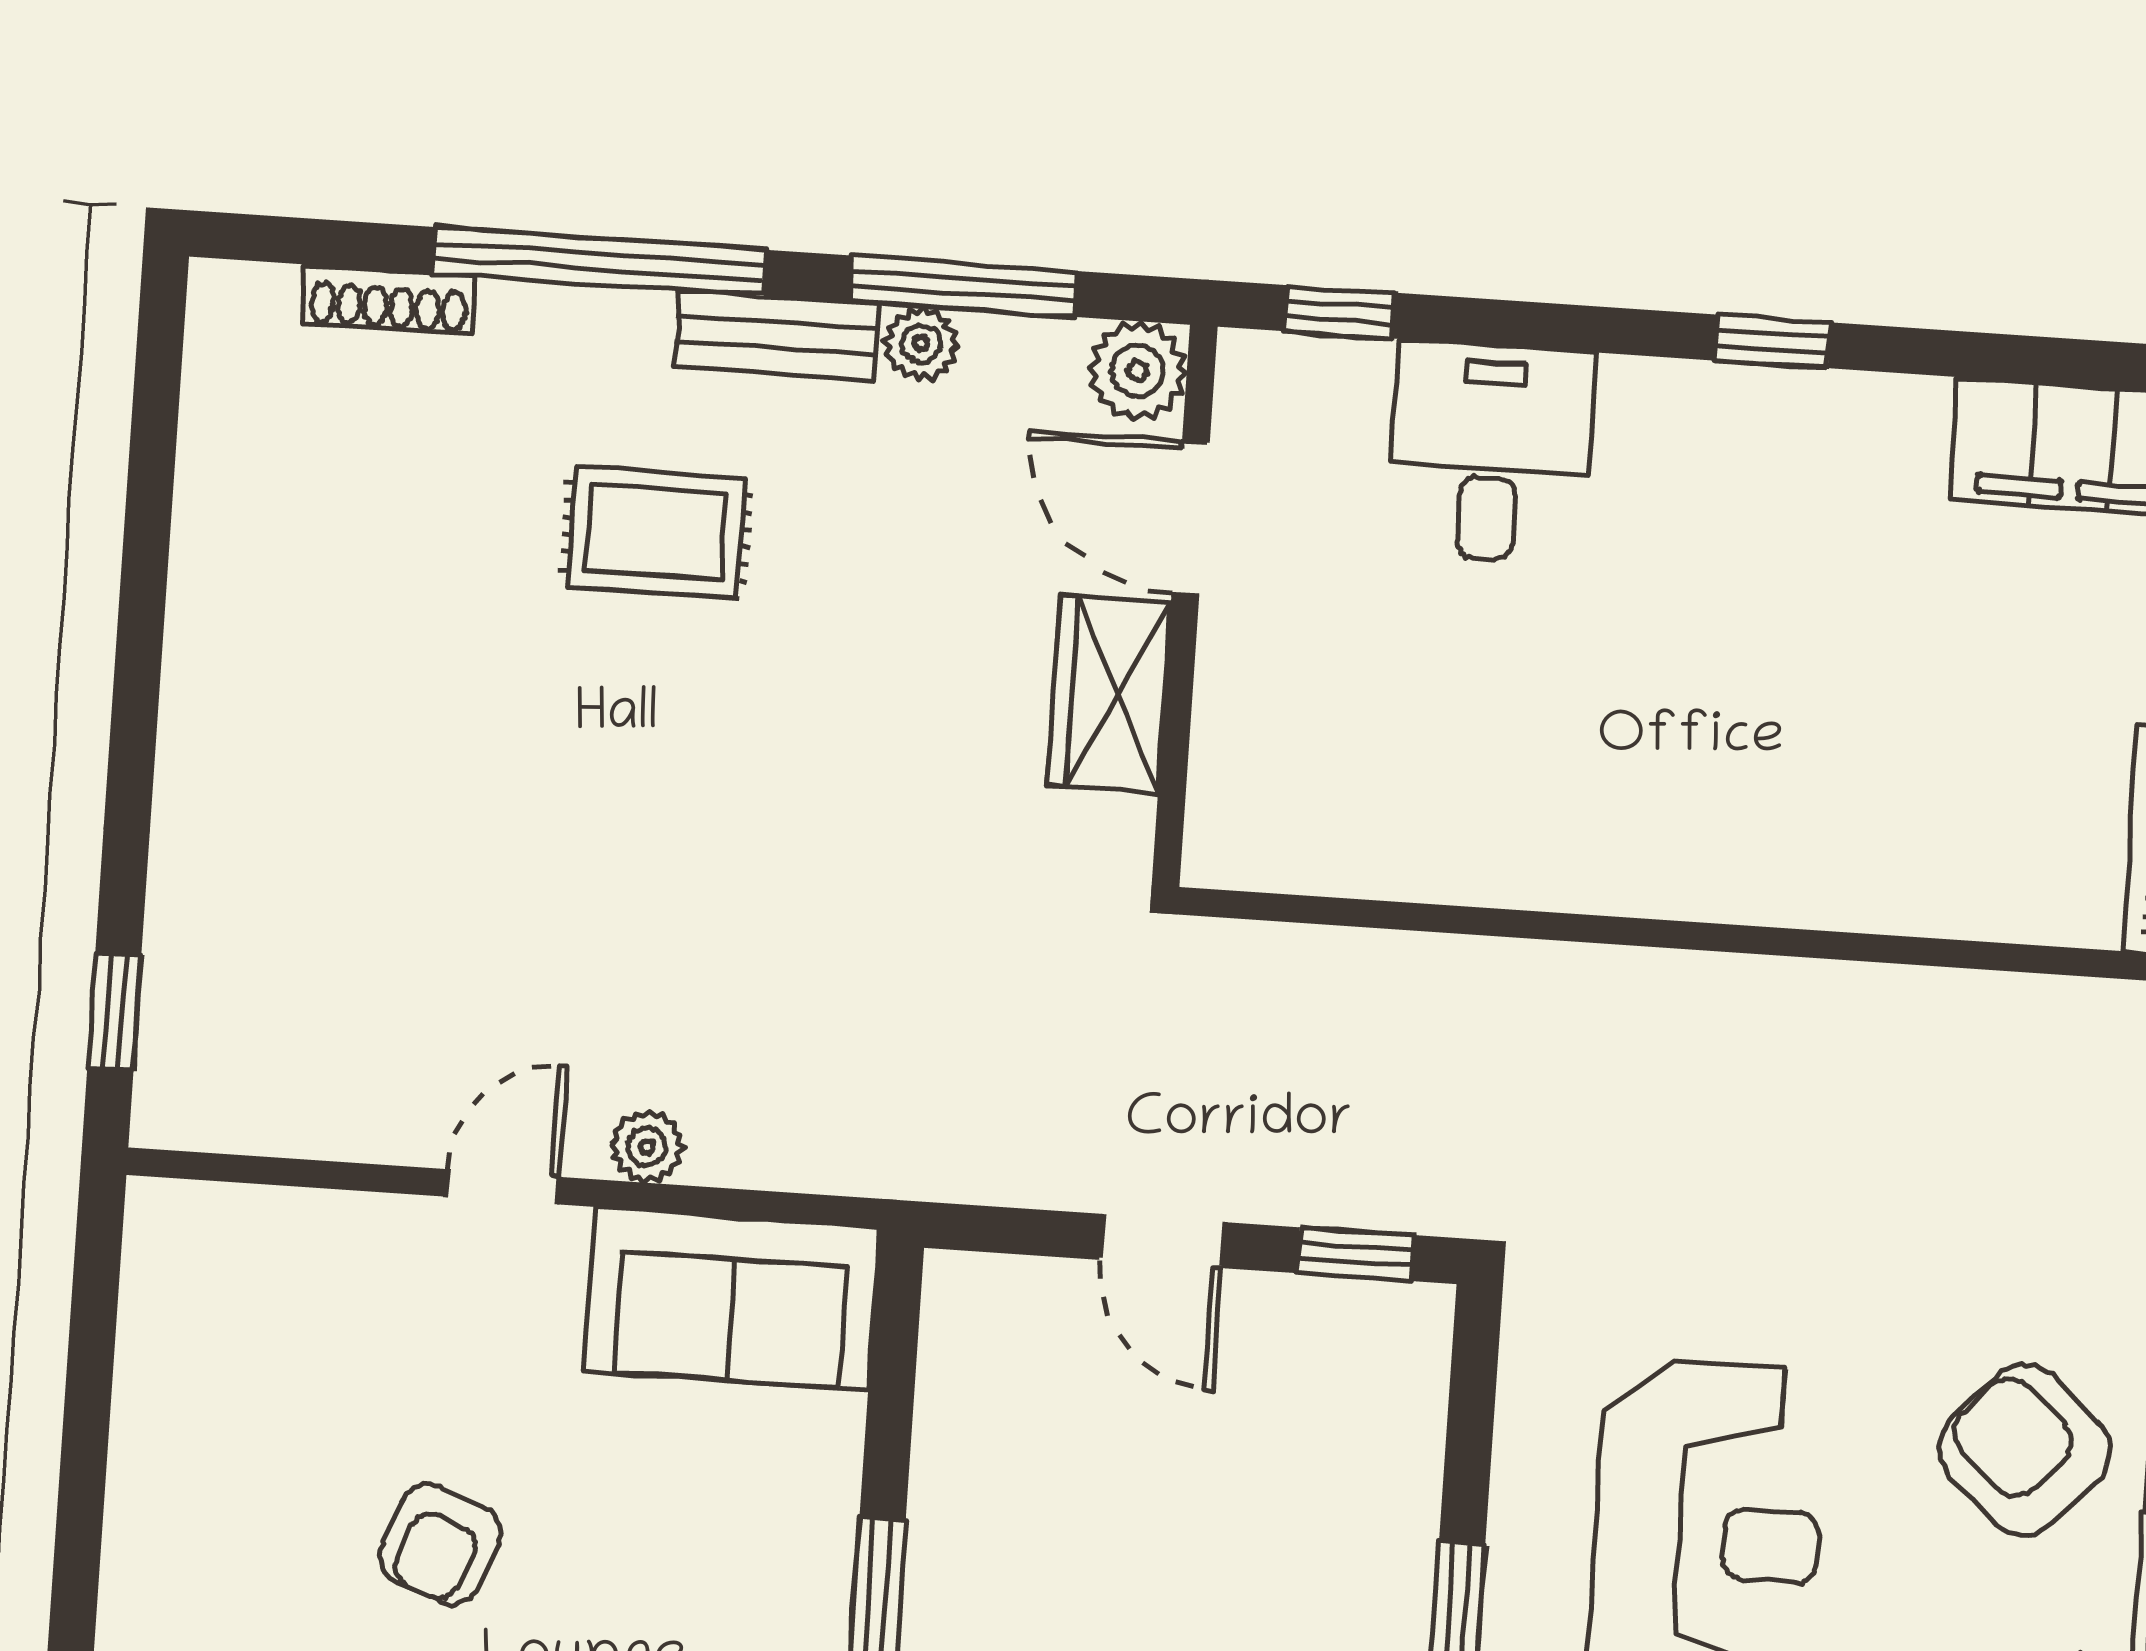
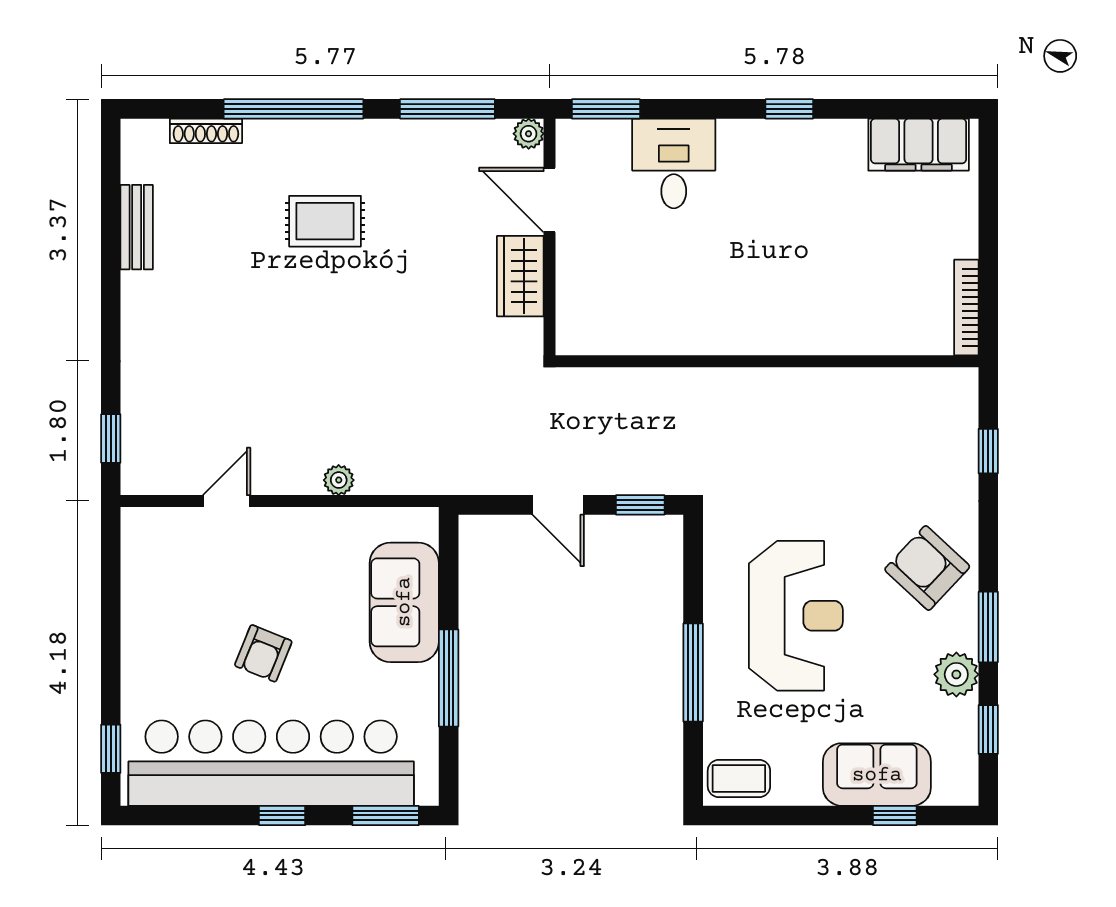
window: (1339, 312) -> (606, 109), width x1.50
bench: (777, 335) -> (137, 227), moved, turned 90
plant: (921, 343) -> (431, 134), removed
plant: (1137, 371) -> (529, 134), width x0.73, depth x0.73
door: (502, 1187) -> (227, 501), moved
sofa: (732, 1299) -> (404, 602), moved, turned 90

